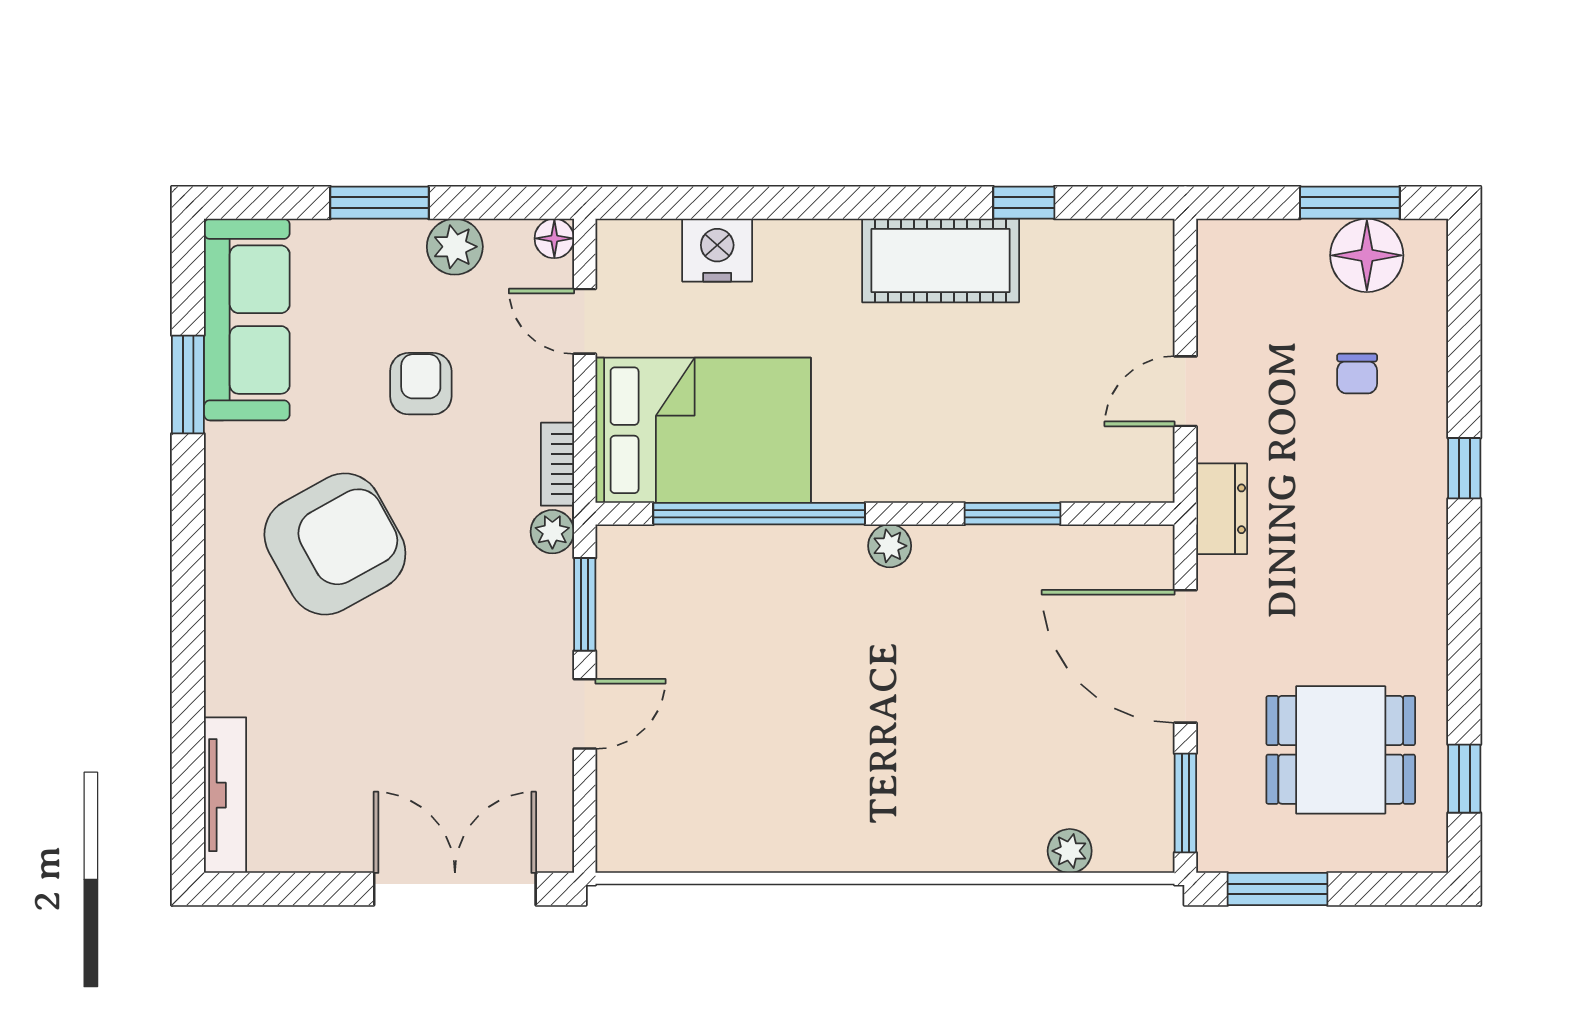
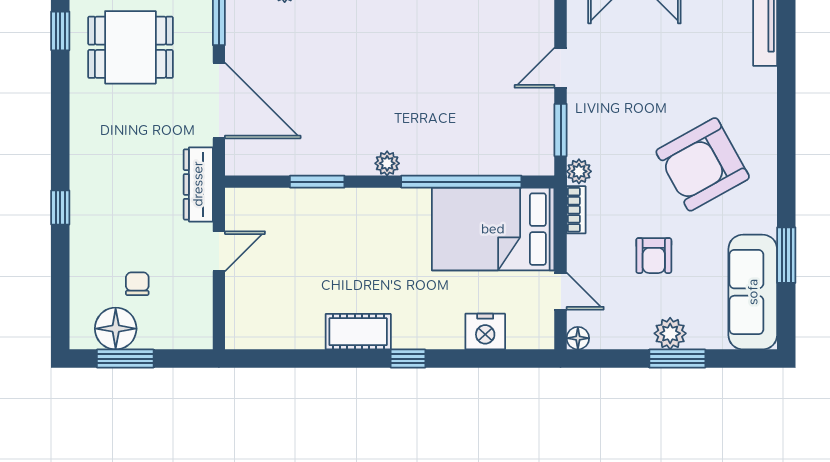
window: (1024, 203) -> (408, 359), moved
plant: (455, 247) -> (670, 333), moved
cot: (941, 261) -> (358, 332), width x0.73, depth x0.75
chair: (1357, 374) -> (137, 284), moved
dresser: (1222, 509) -> (198, 184), width x1.44

